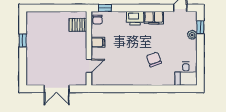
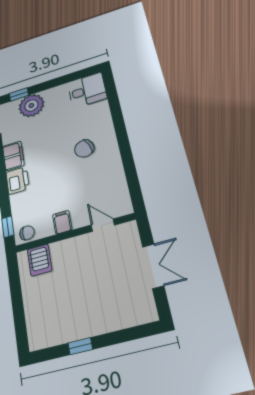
plant: (192, 35) -> (31, 105), width x1.88, depth x1.88
chair: (154, 59) -> (84, 149), moved

